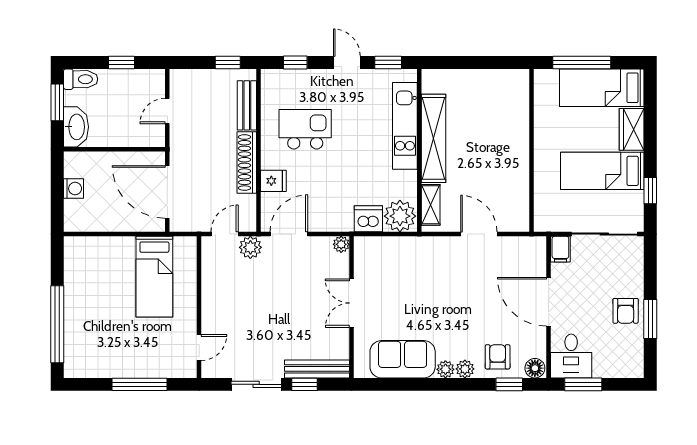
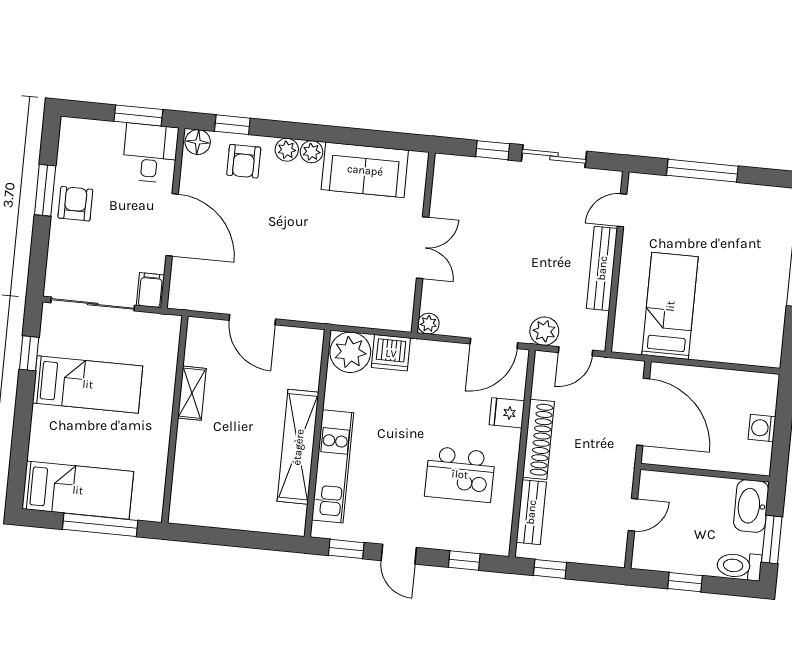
wardrobe: (632, 129) -> (45, 433), removed
shelving: (431, 205) -> (192, 393), moved
bench: (317, 369) -> (602, 268), moved, turned 90

